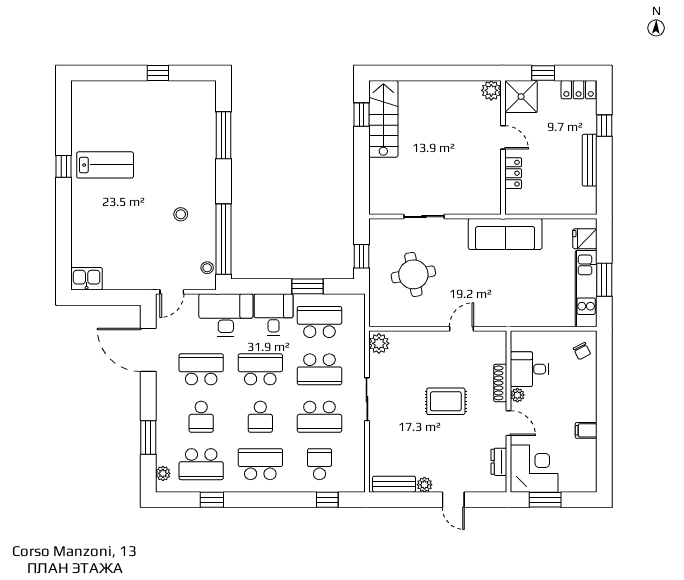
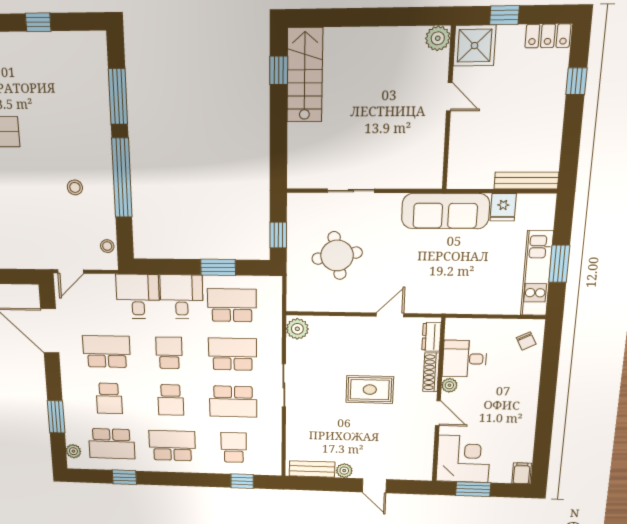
bench: (590, 160) -> (526, 181), moved, turned 90
locker: (513, 173) -> (459, 140), removed
window: (224, 239) -> (122, 178), moved
fridge: (585, 239) -> (503, 207), moved, turned -90
desk: (226, 315) -> (138, 296), width x0.73
school desk: (260, 369) -> (169, 353), width x0.54
school desk: (319, 369) -> (232, 354), turned 180
filing cabinet: (586, 430) -> (522, 473), moved, turned 90
dresser: (499, 462) -> (431, 337), moved

